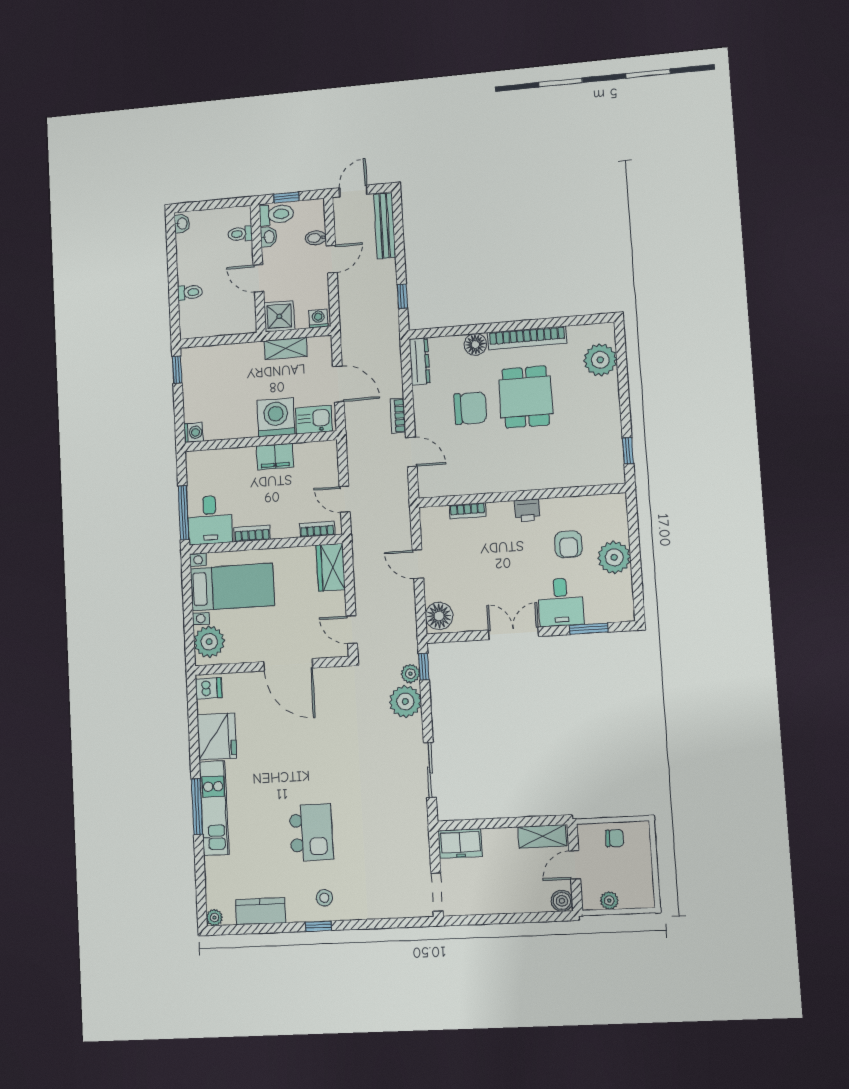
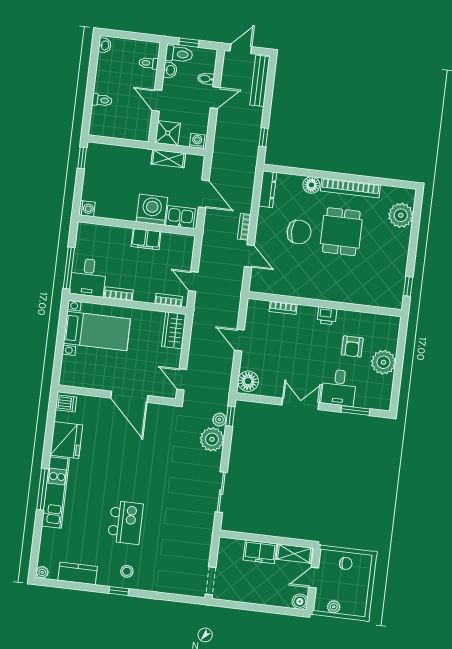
plant: (209, 642) -> (72, 369), removed
freezer: (460, 843) -> (260, 552), moved

